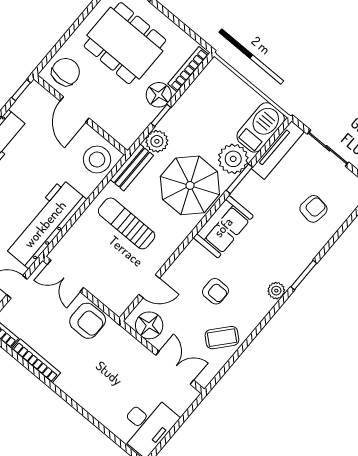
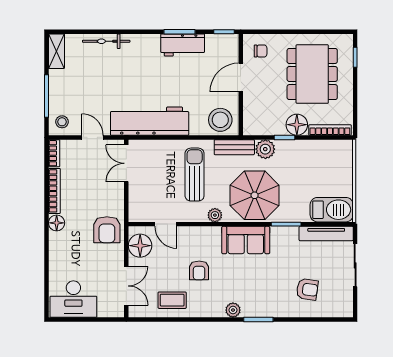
chair: (66, 72) -> (261, 51), width x0.54, depth x0.54
plant: (233, 159) -> (215, 215), moved, width x0.53, depth x0.53
armchair: (88, 321) -> (107, 230), moved
coffee table: (222, 338) -> (172, 300), turned -41
floor lamp: (66, 383) -> (57, 223), added

